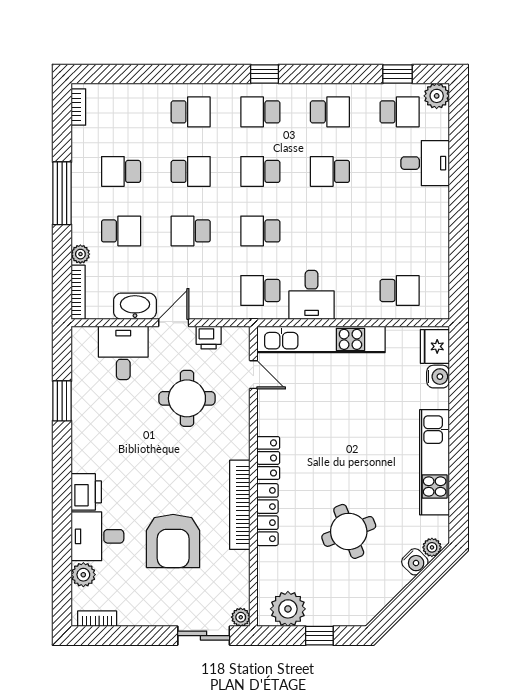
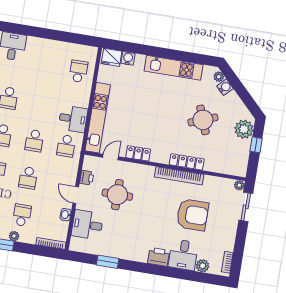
plant: (80, 254) -> (14, 236), moved
washbasin: (135, 306) -> (66, 215), width x0.52, depth x0.69
locker: (268, 458) -> (138, 153), moved
plant: (288, 609) -> (244, 129), moved

